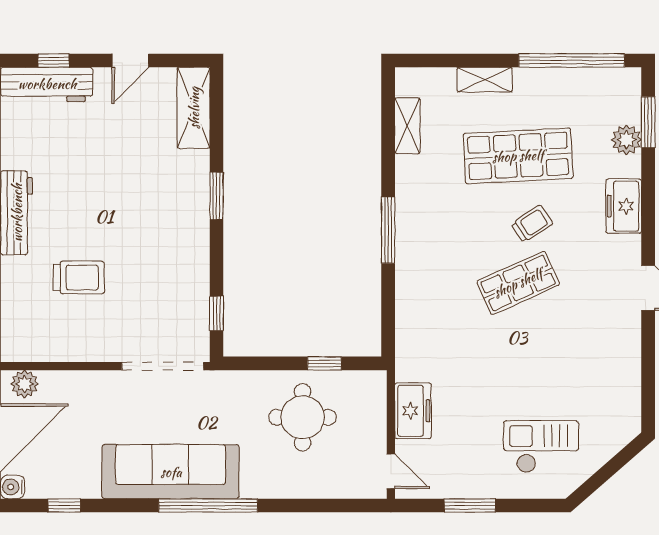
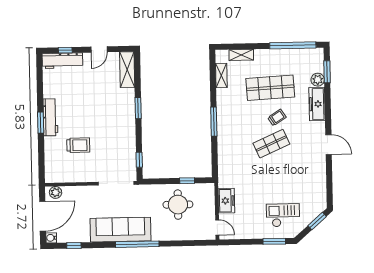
shelving: (485, 80) -> (241, 55), moved
freezer: (624, 206) -> (317, 104), width x1.40
window: (618, 461) -> (317, 221), added
window: (470, 505) -> (274, 241), moved

